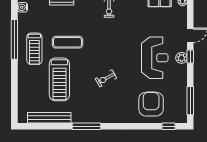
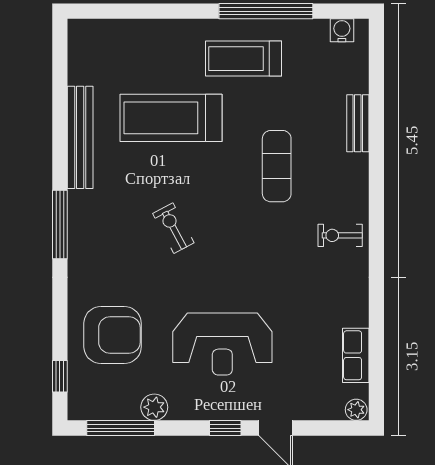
exercise mat: (67, 42) -> (277, 166), moved
plant: (181, 58) -> (154, 407), moved
bench: (49, 118) -> (80, 137), moved
window: (86, 126) -> (60, 225), moved

